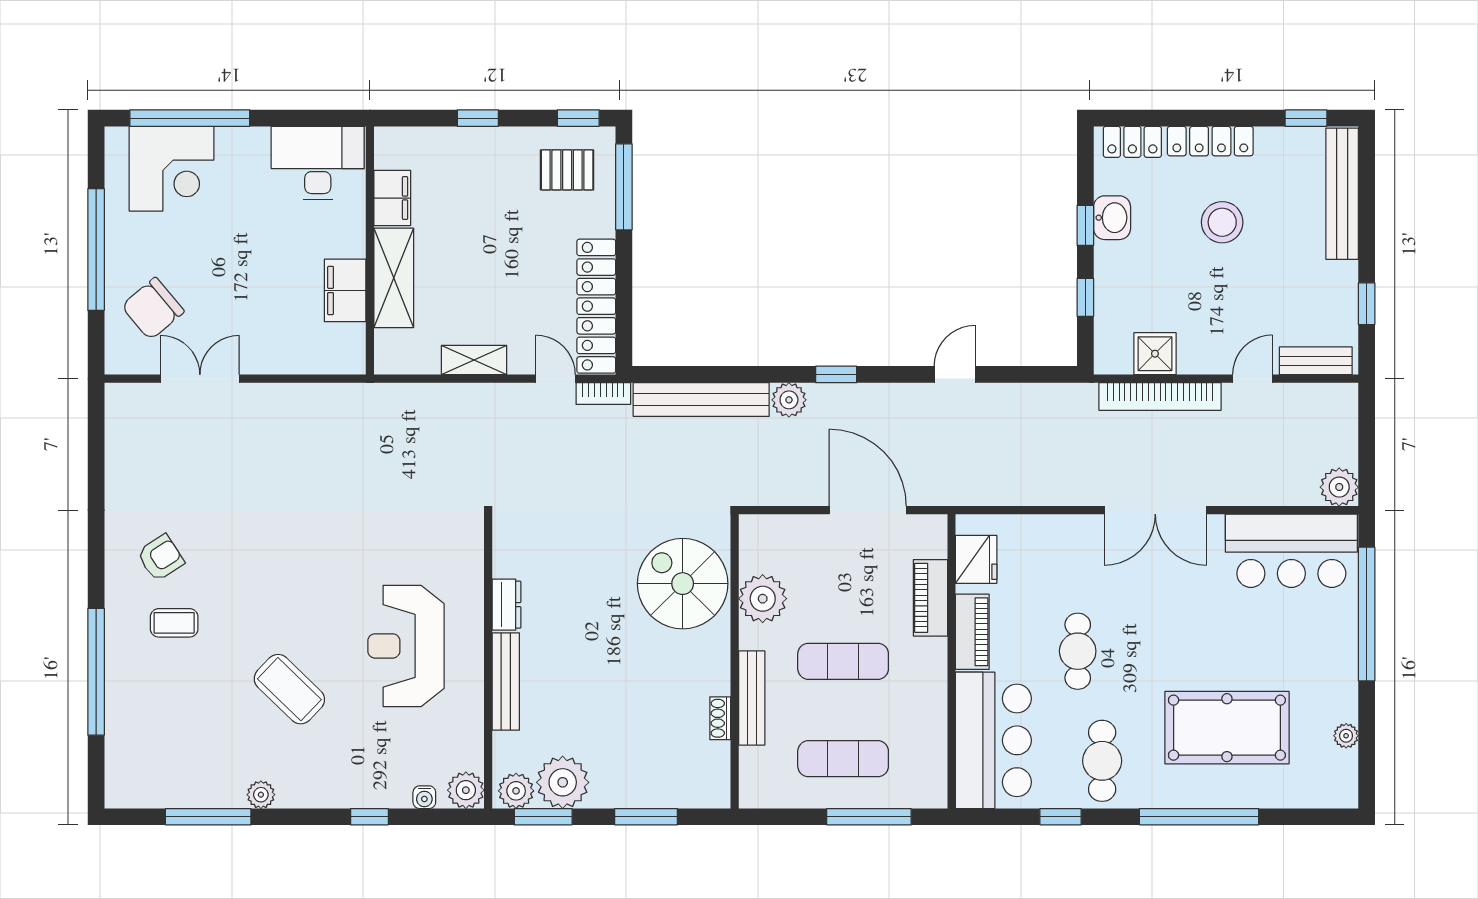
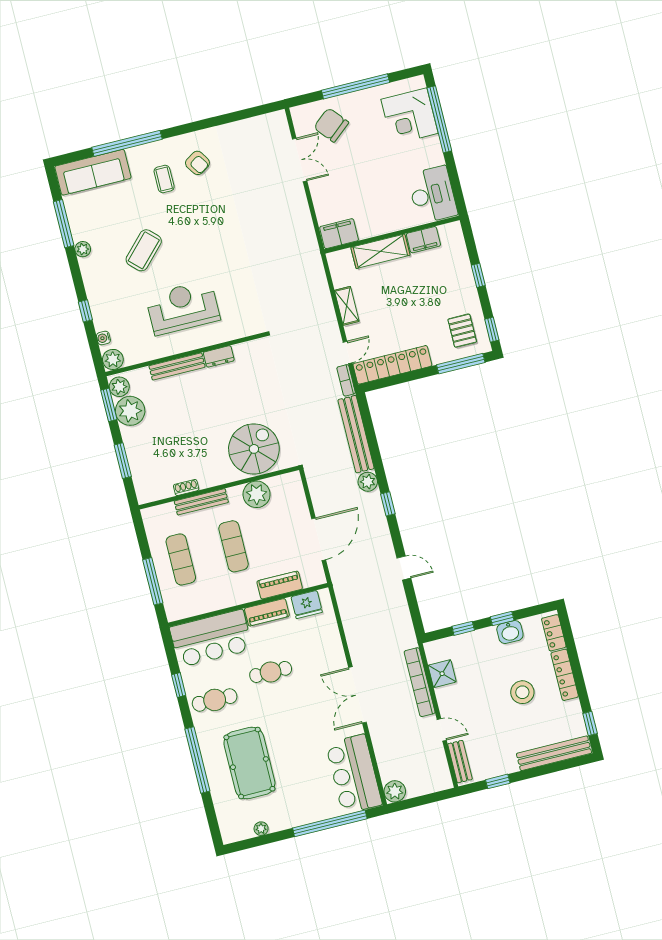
filing cabinet: (345, 290) -> (339, 234), moved
sofa: (132, 744) -> (93, 172), added

